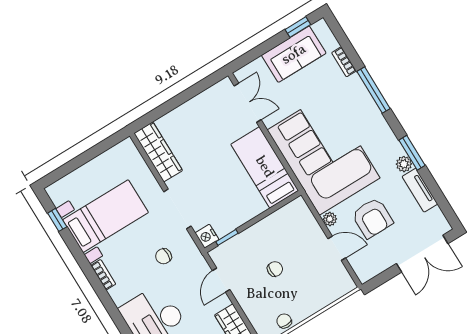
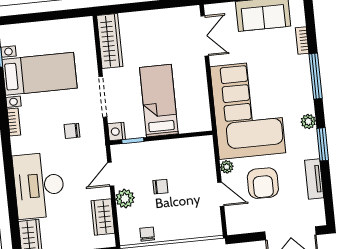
plant: (404, 164) -> (308, 121), moved
bed: (265, 167) -> (159, 101), moved
plant: (246, 297) -> (125, 199), added

